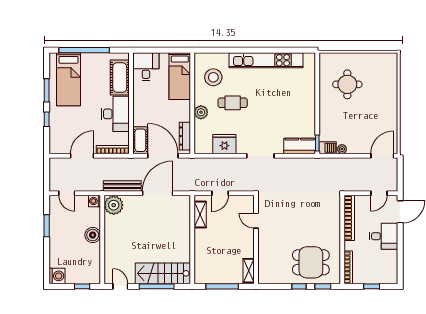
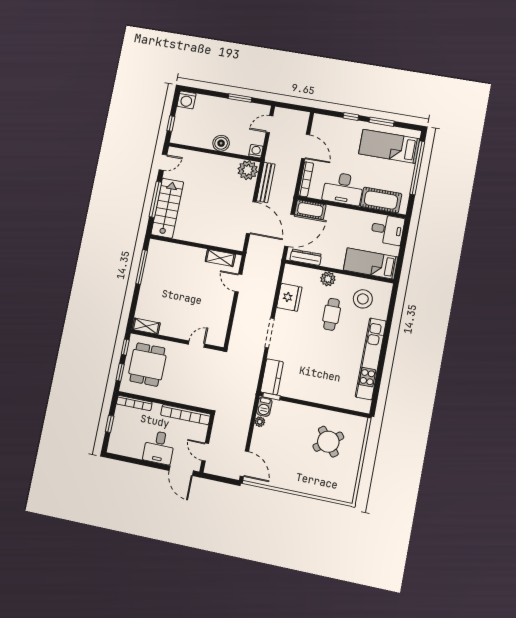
round table: (347, 84) -> (328, 442), turned -37
door: (256, 221) -> (196, 344), moved
wall: (256, 239) -> (177, 340), moved
shelving: (249, 271) -> (146, 326), moved

